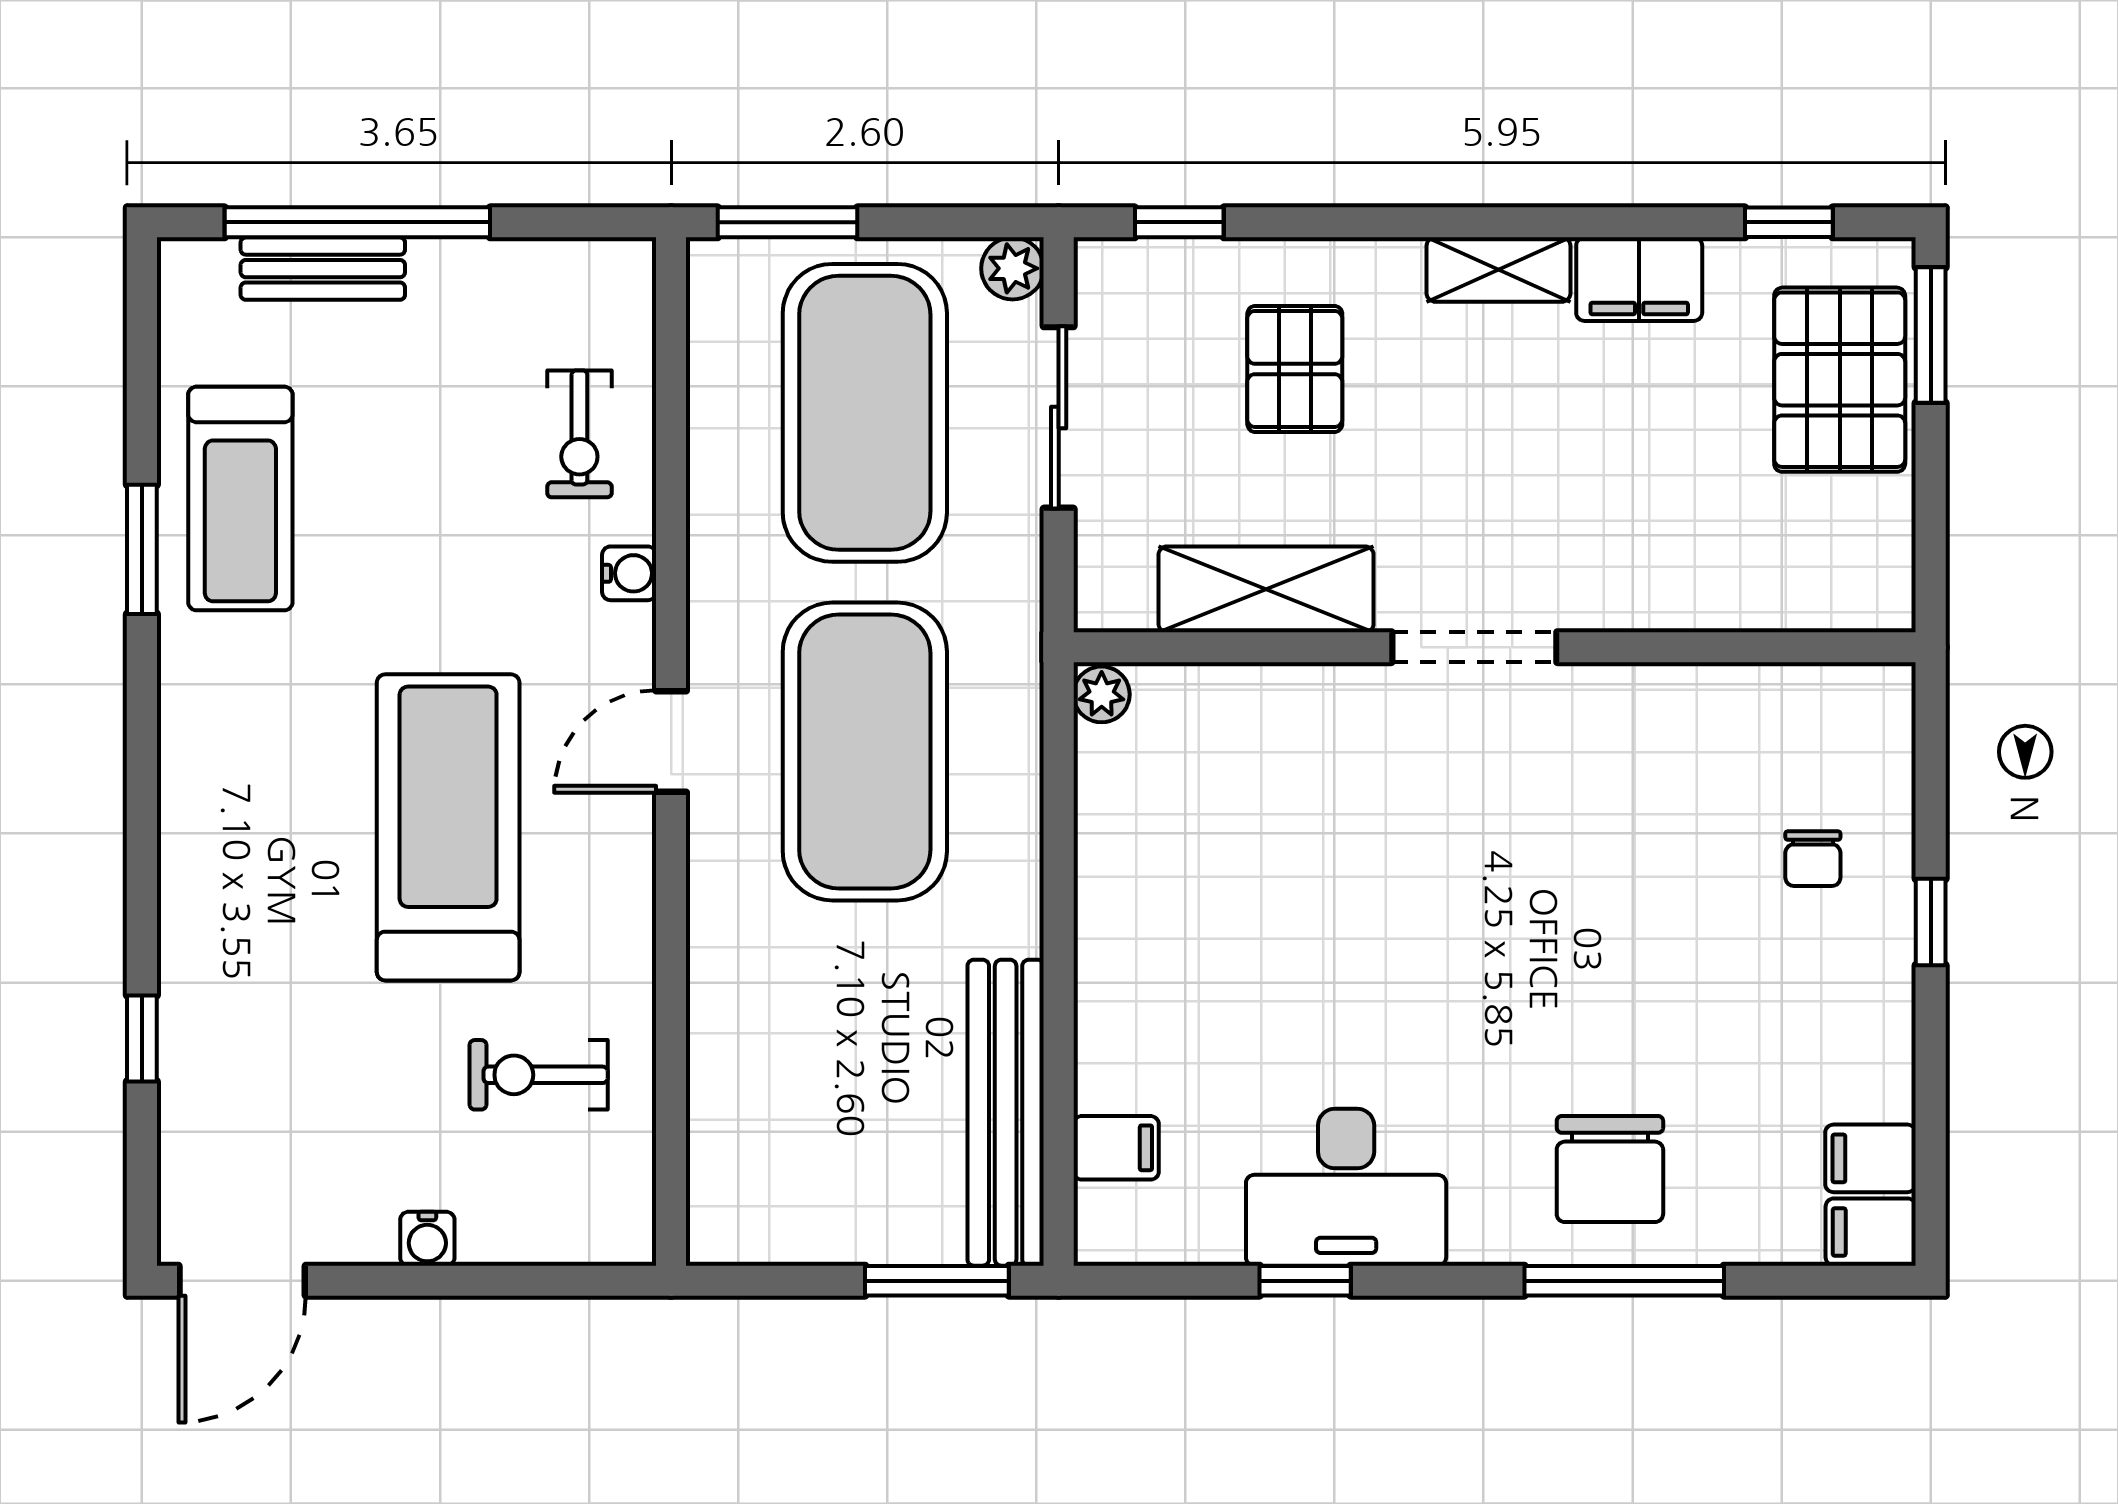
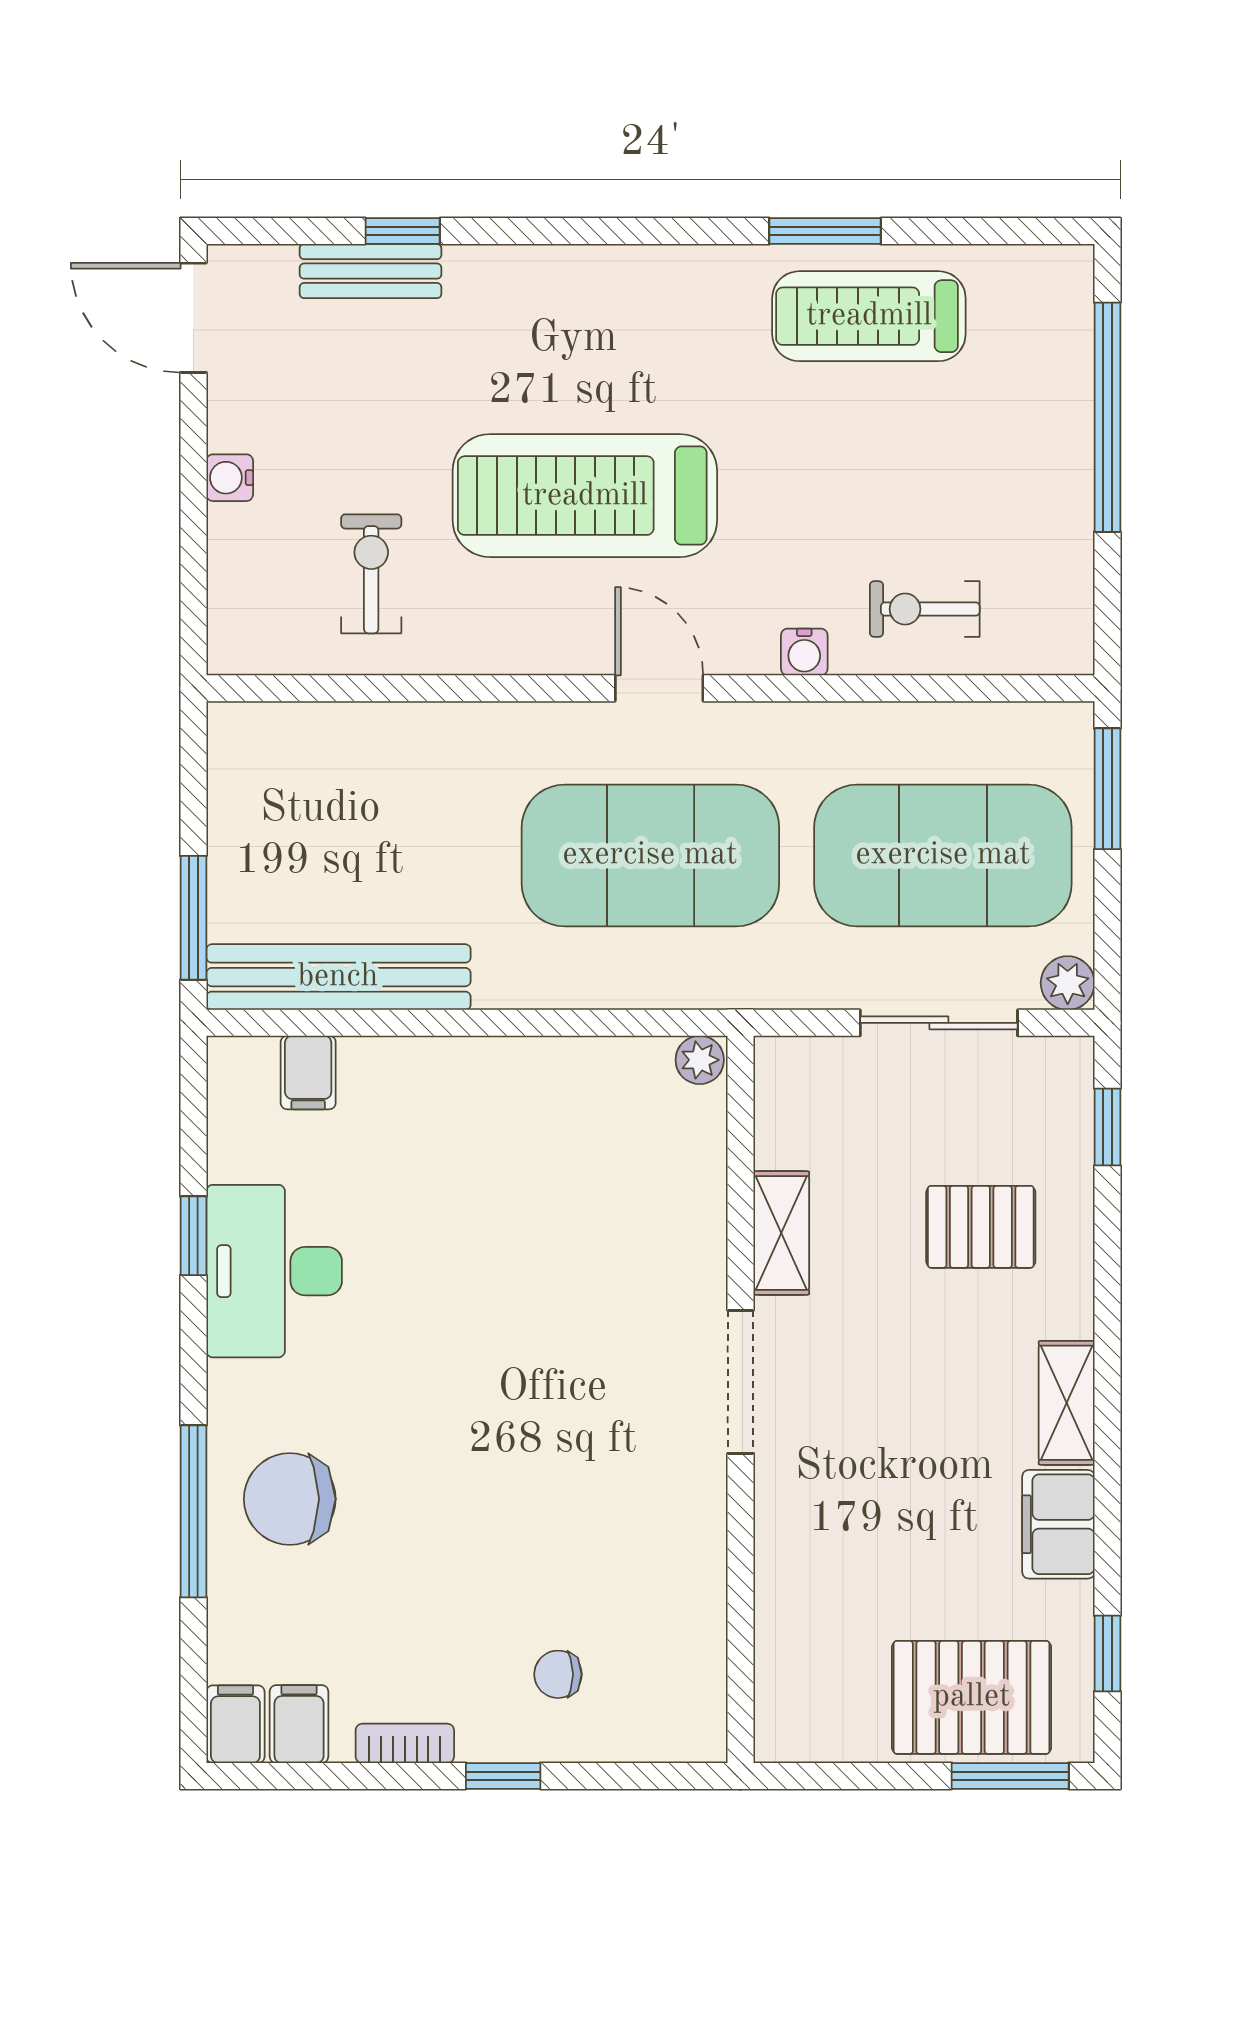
bench: (323, 269) -> (370, 271), moved, turned 90
shelving: (1266, 589) -> (781, 1233), width x0.67, depth x0.75
treadmill: (448, 827) -> (585, 496), turned 180
bookcase: (1893, 1036) -> (405, 1743), added

